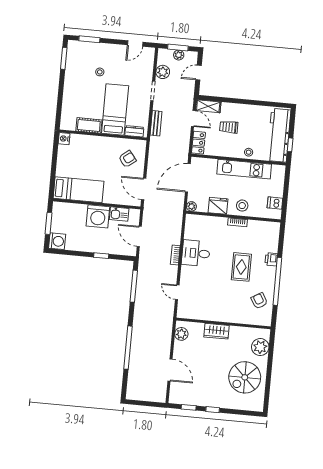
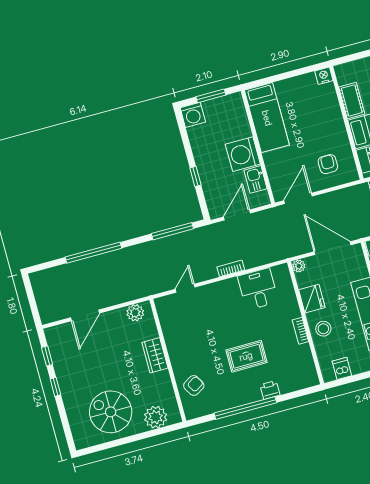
armchair: (127, 159) -> (328, 164), turned -142
desk: (196, 253) -> (258, 289), moved
armchair: (259, 301) -> (194, 385), moved

